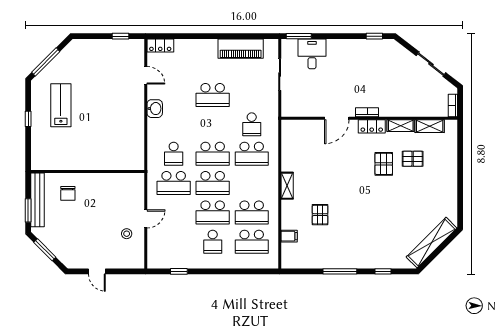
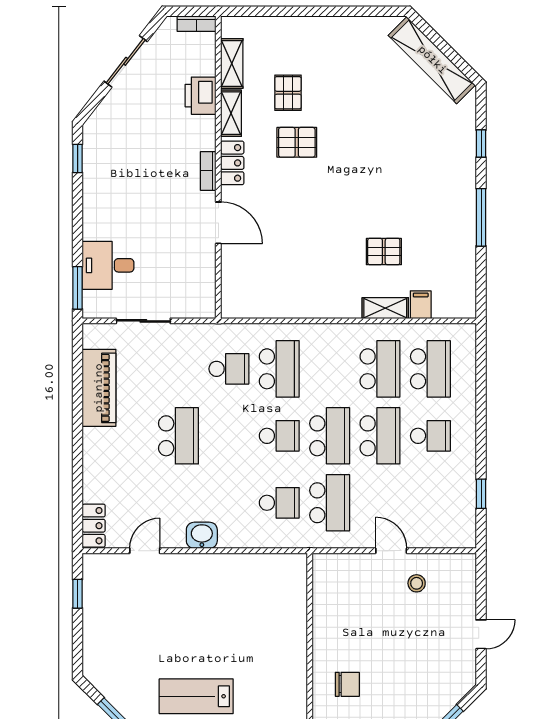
printer: (411, 108) -> (201, 96), added
school desk: (213, 154) -> (279, 436), width x0.54
shelving: (287, 186) -> (385, 308), moved

